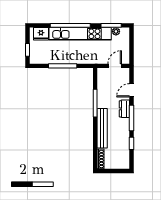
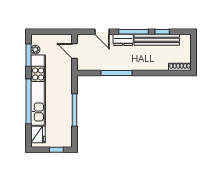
bench: (102, 128) -> (157, 40), moved

